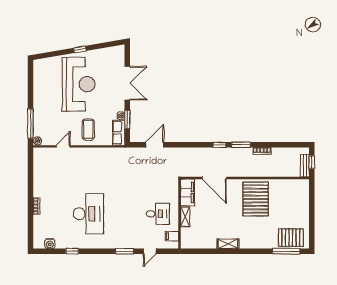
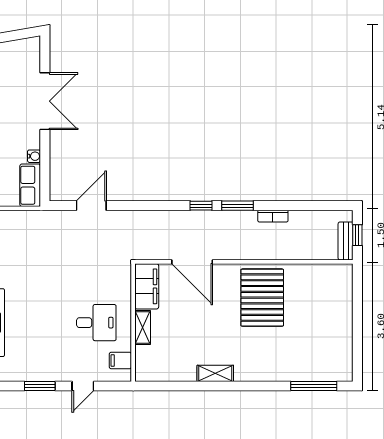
window: (127, 119) -> (45, 163), removed
pallet: (291, 238) -> (322, 363), removed

